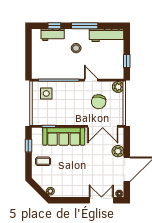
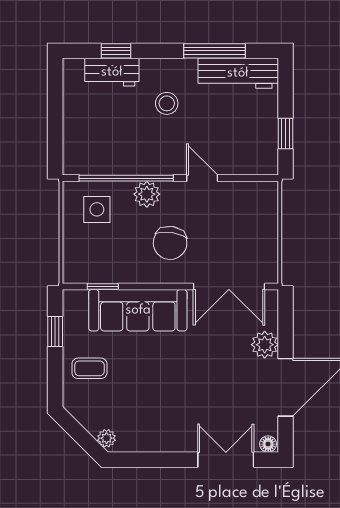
window: (85, 26) -> (214, 51), moved
plant: (118, 87) -> (147, 194), moved
chair: (99, 102) -> (170, 243), moved

